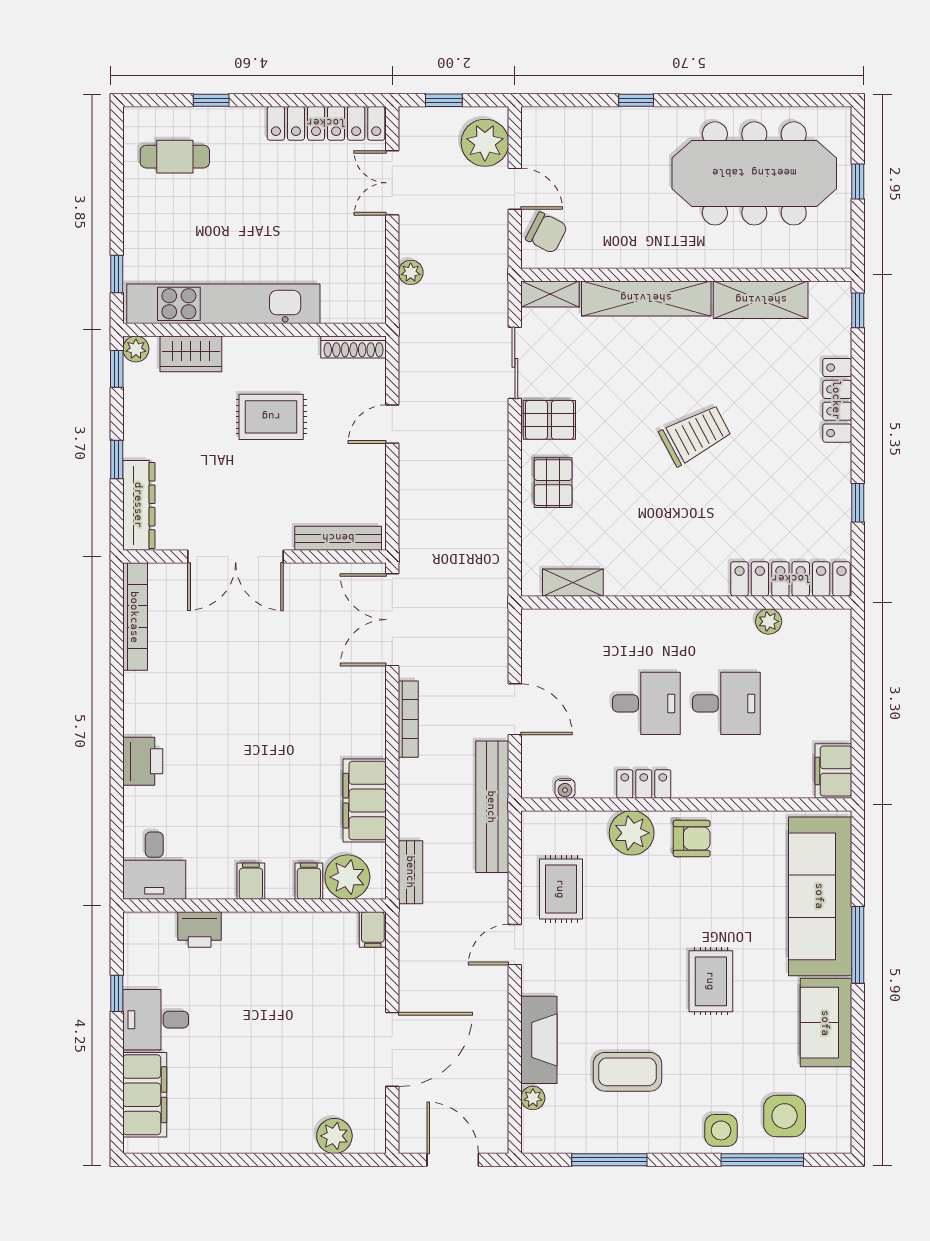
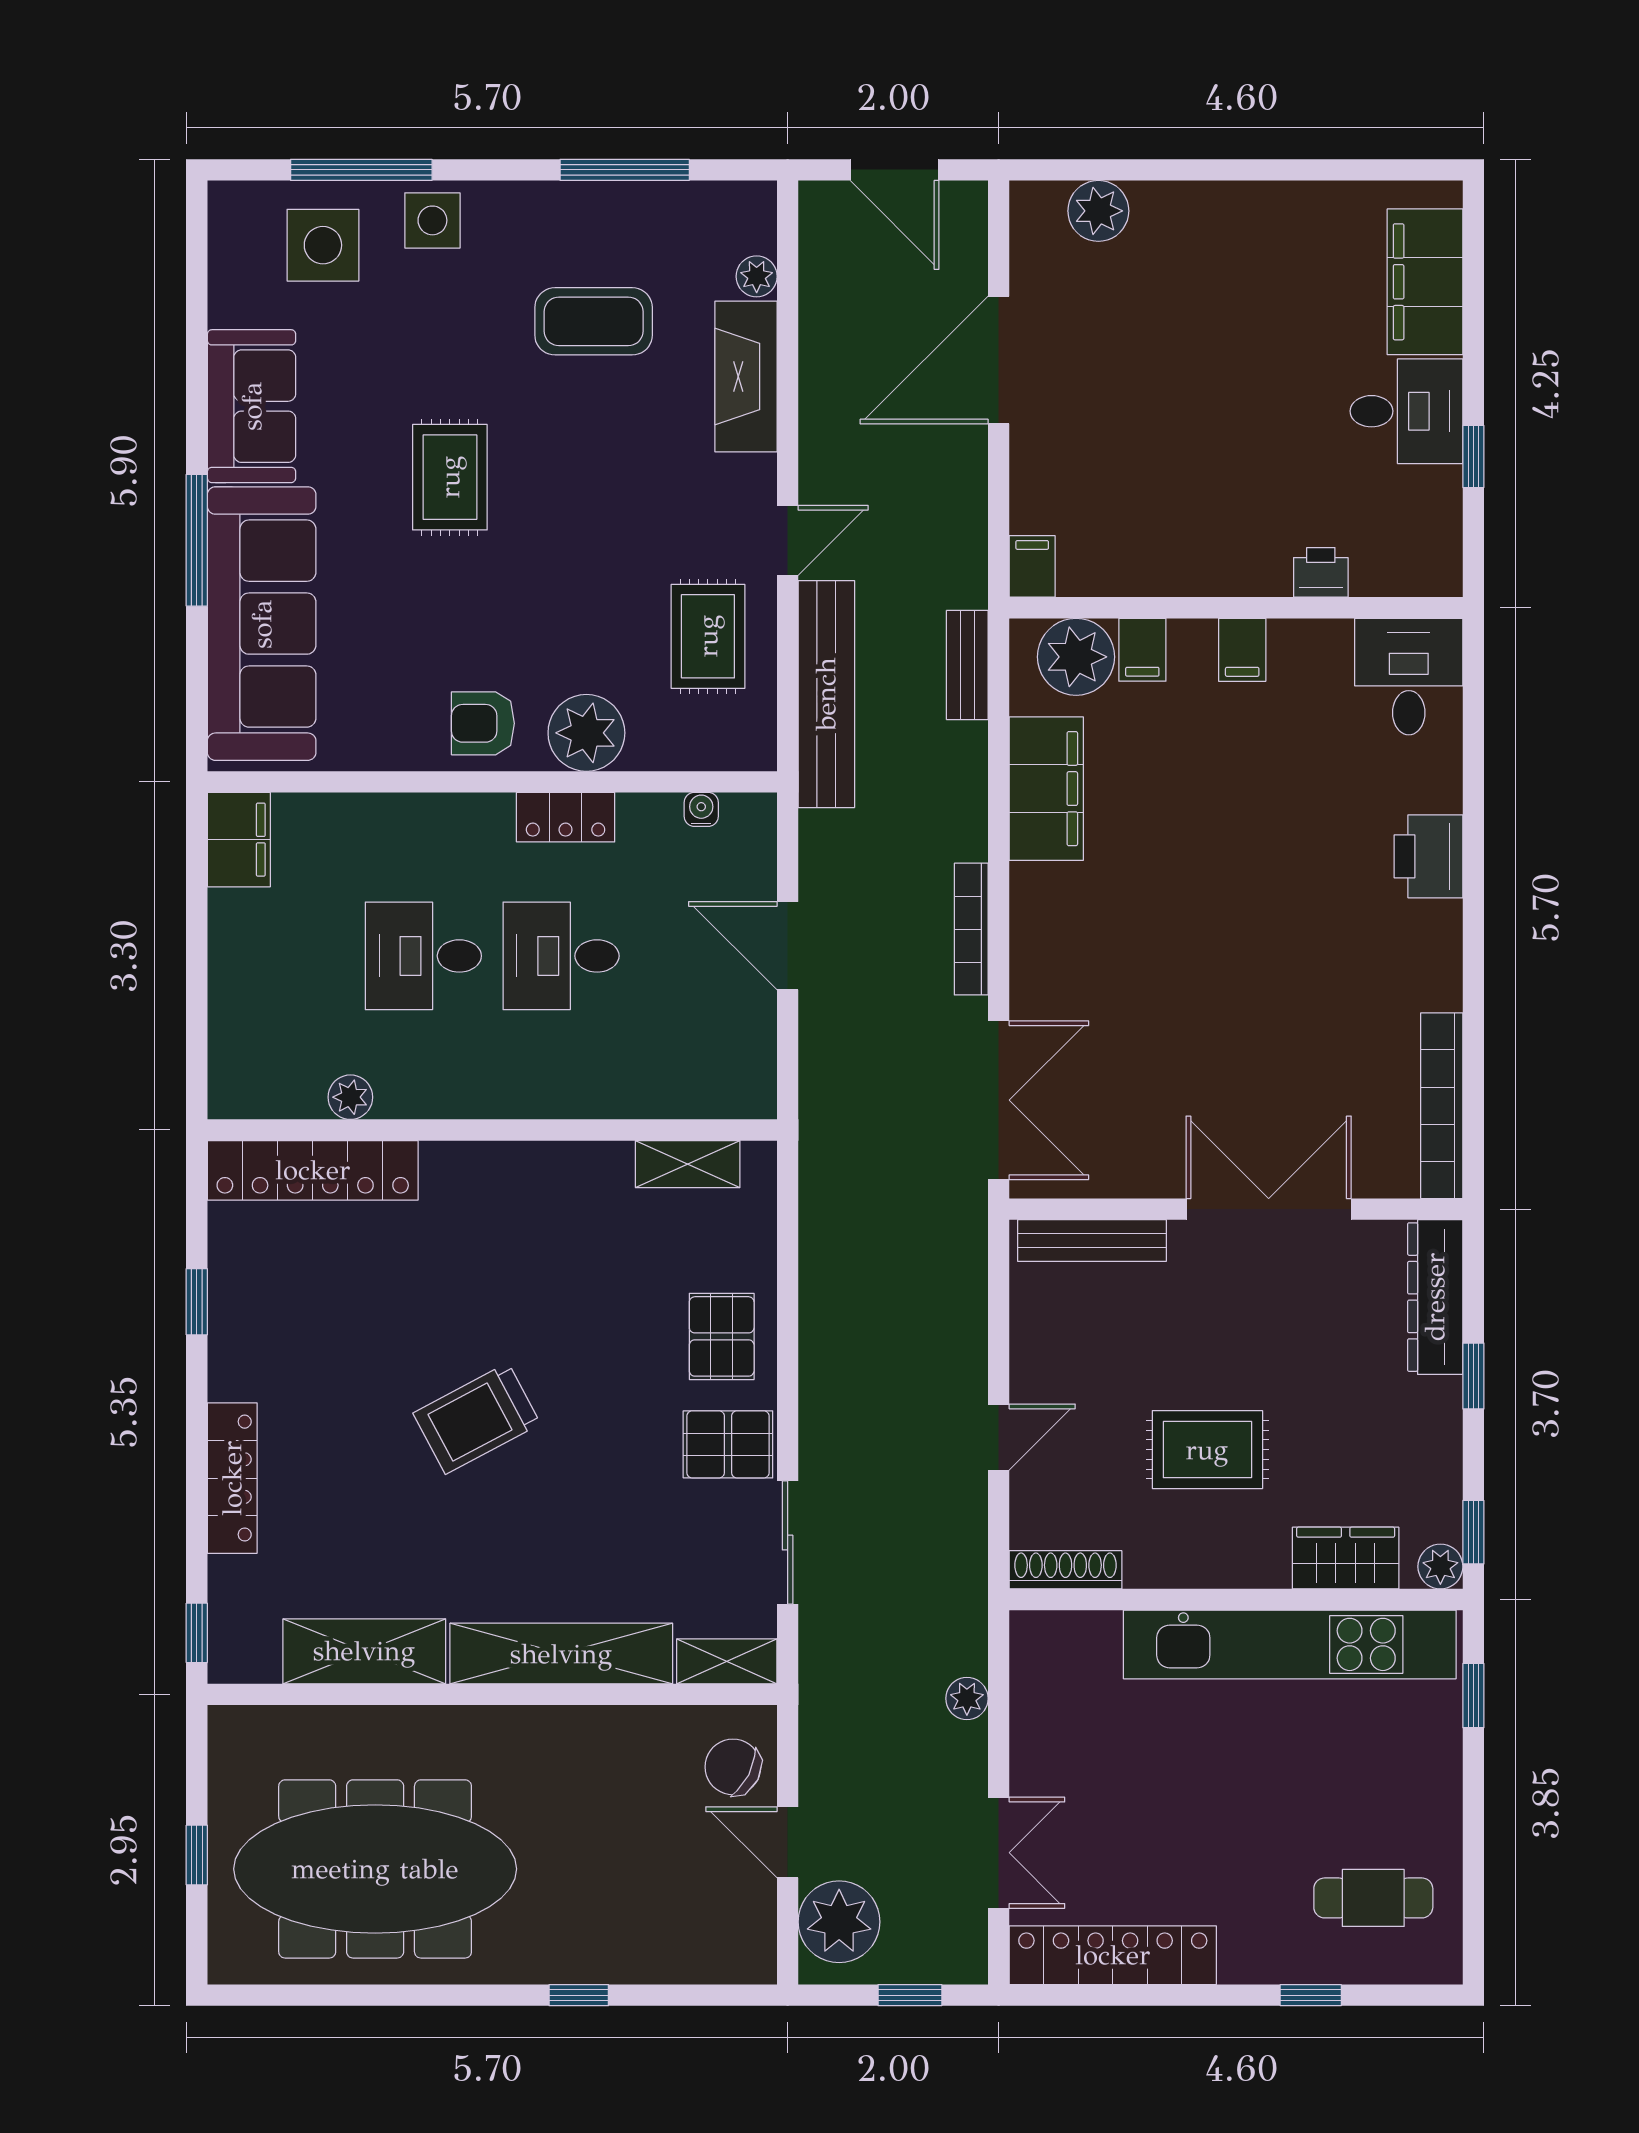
bench: (492, 807) -> (826, 694), moved
printer: (200, 930) -> (1321, 572), width x0.73, depth x0.81

